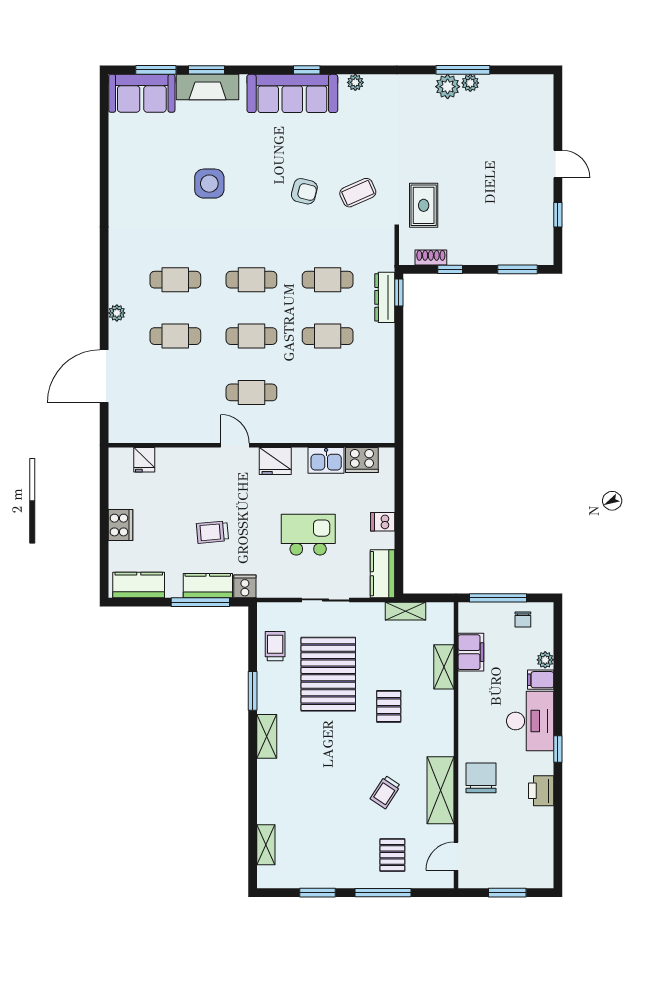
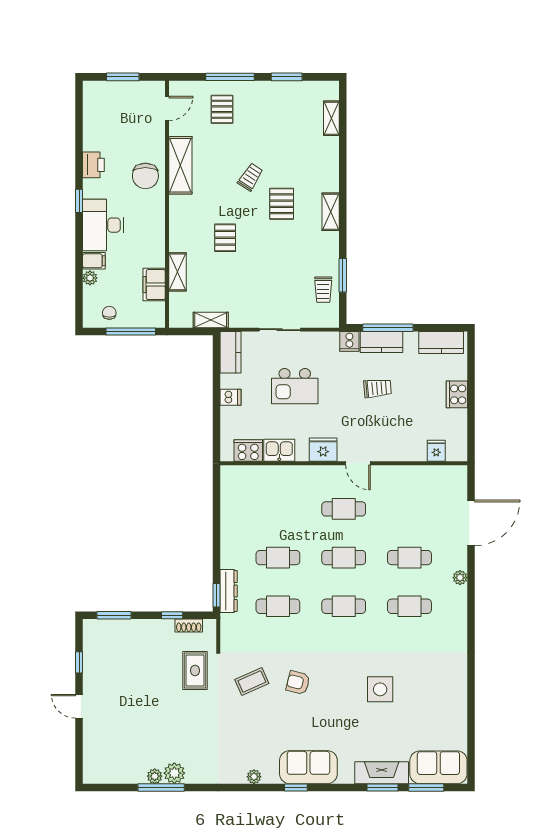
sofa: (292, 93) -> (308, 767), width x0.73
pallet: (328, 674) -> (282, 204), moved, width x0.49, depth x0.50
window: (253, 691) -> (343, 275), moved
trolley: (385, 792) -> (250, 177), moved

